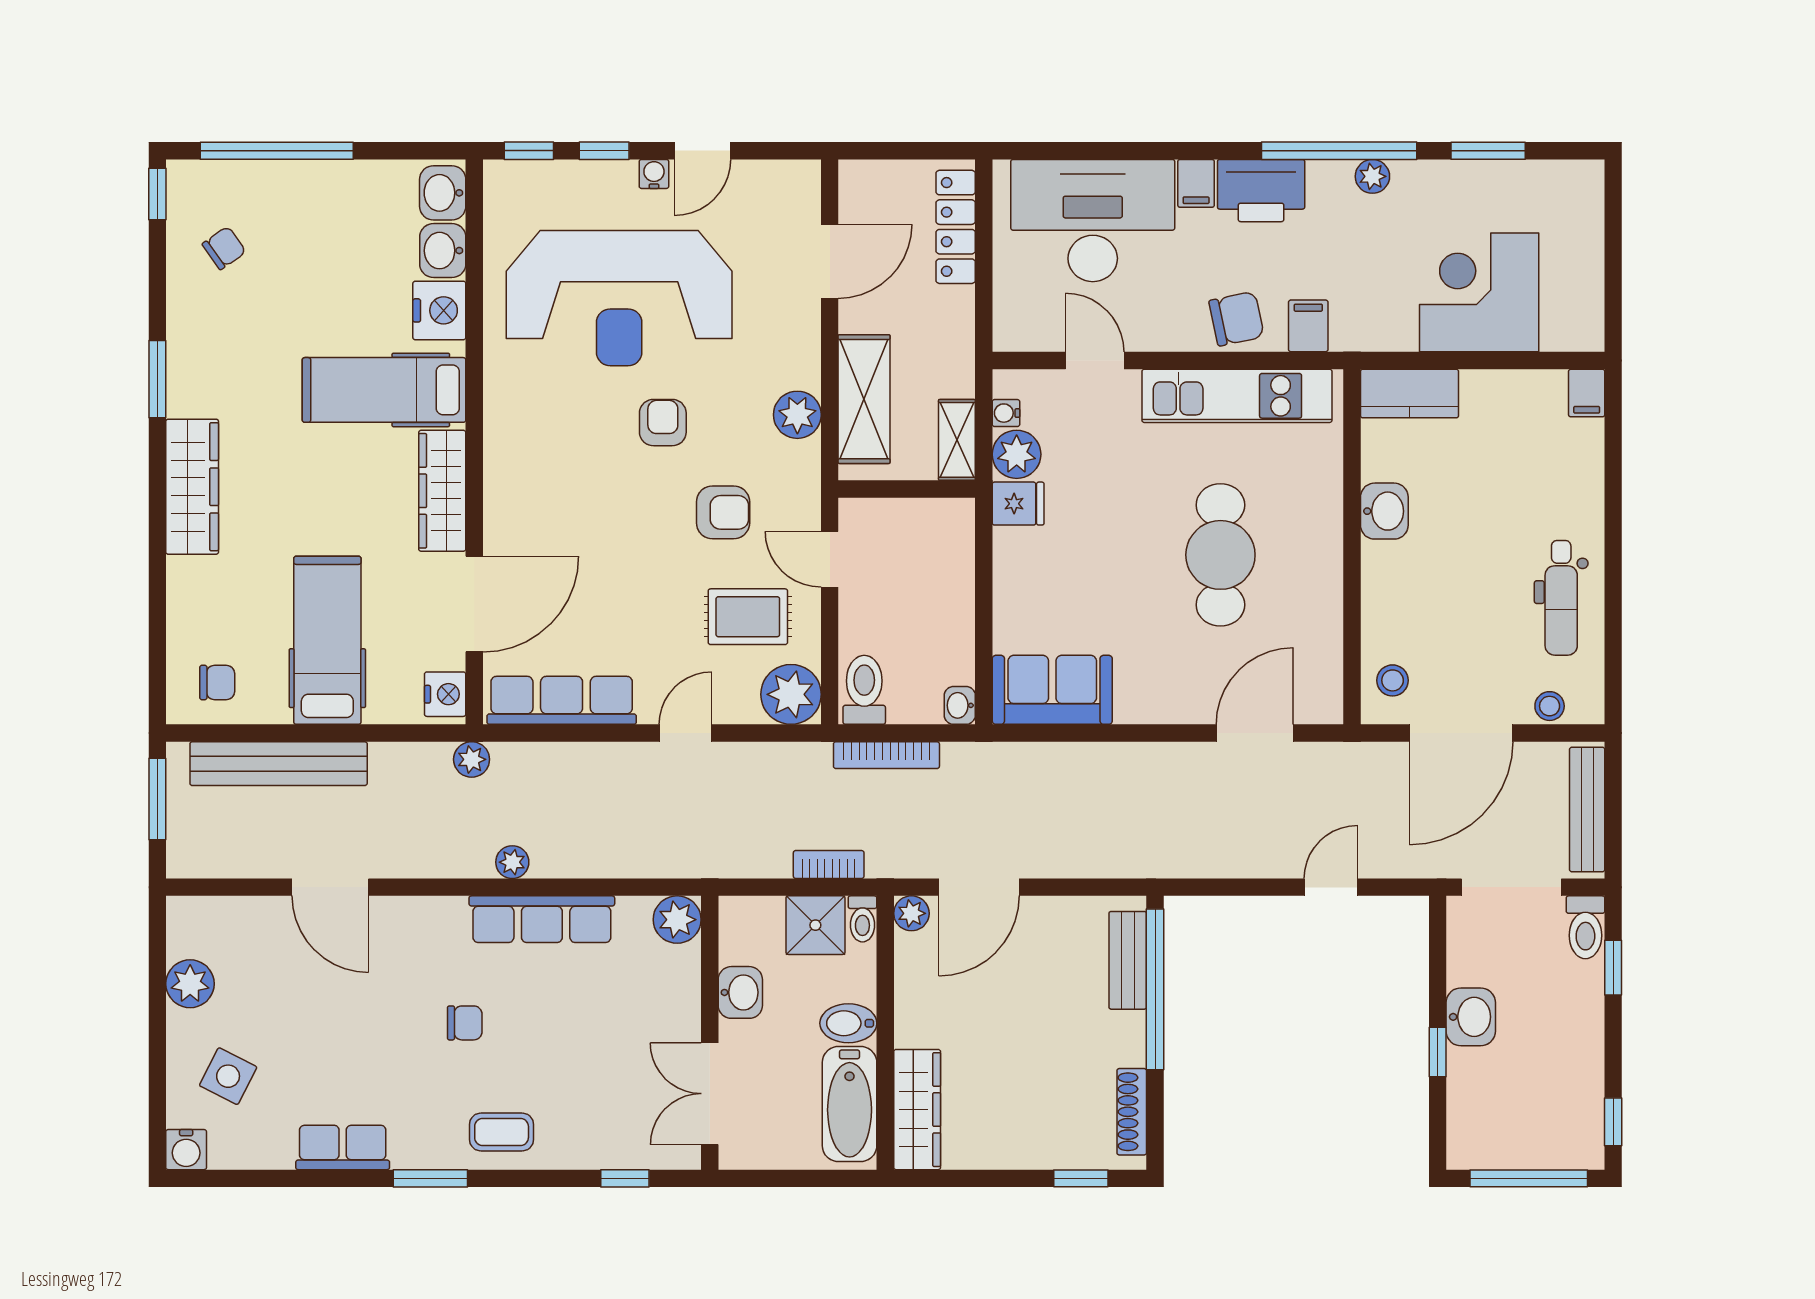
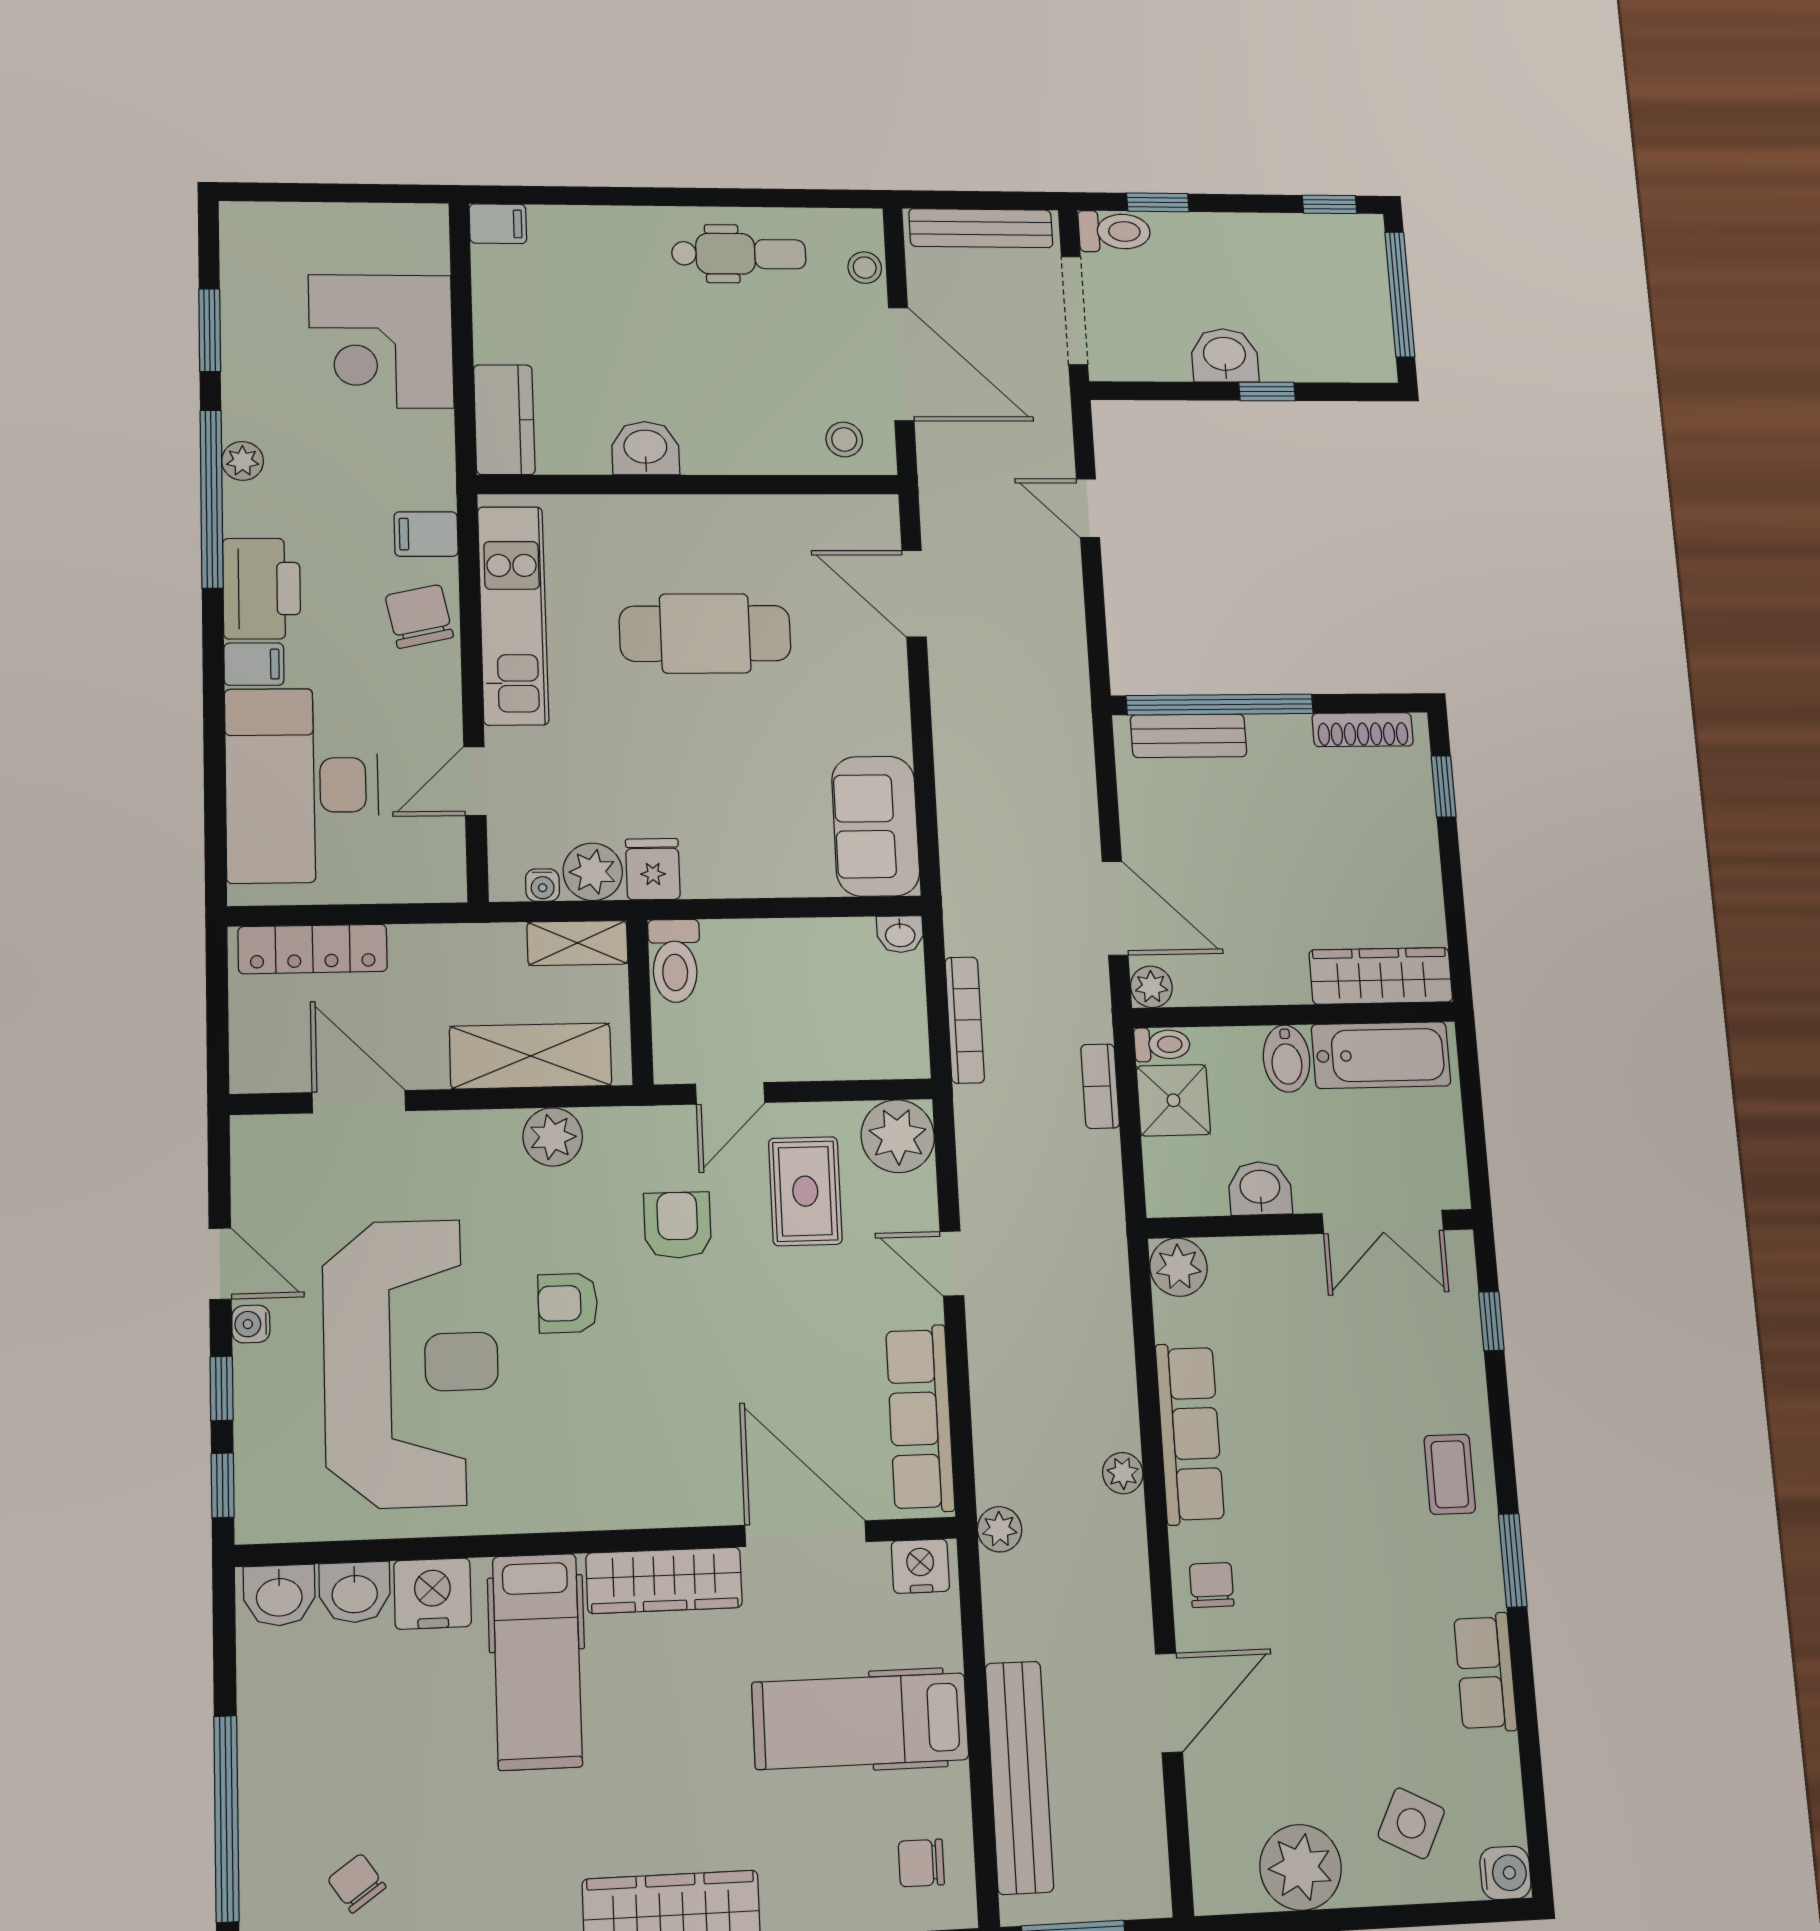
chair: (217, 683) -> (921, 1863), turned -90
toilet: (864, 690) -> (675, 961), moved, turned -90
plant: (190, 984) -> (1301, 1867), width x1.36, depth x1.36
chair: (465, 1023) -> (1212, 1585), moved

